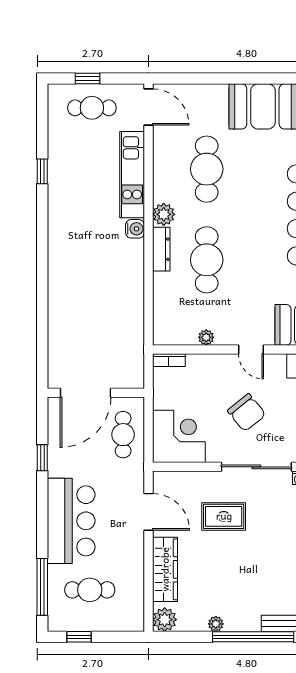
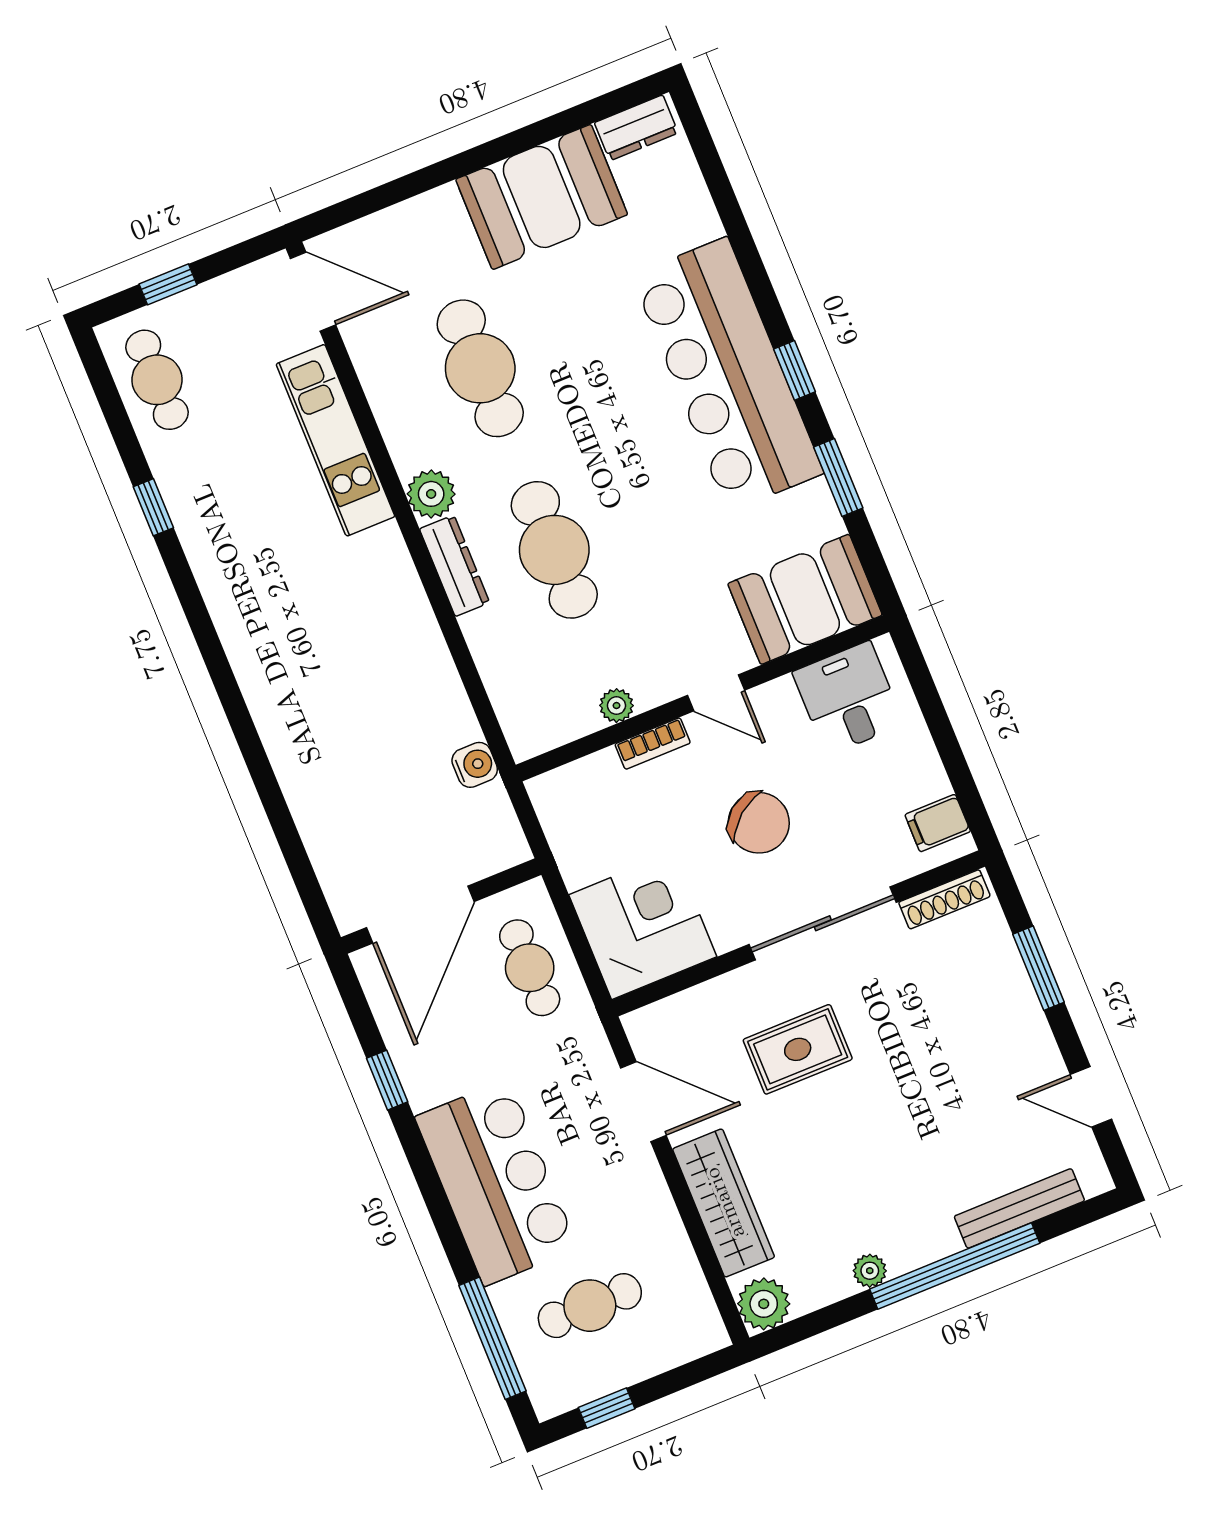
cafe table: (92, 108) -> (157, 380), moved, turned 90
water cooler: (135, 229) -> (475, 765), moved
bookcase: (169, 360) -> (653, 744), moved

